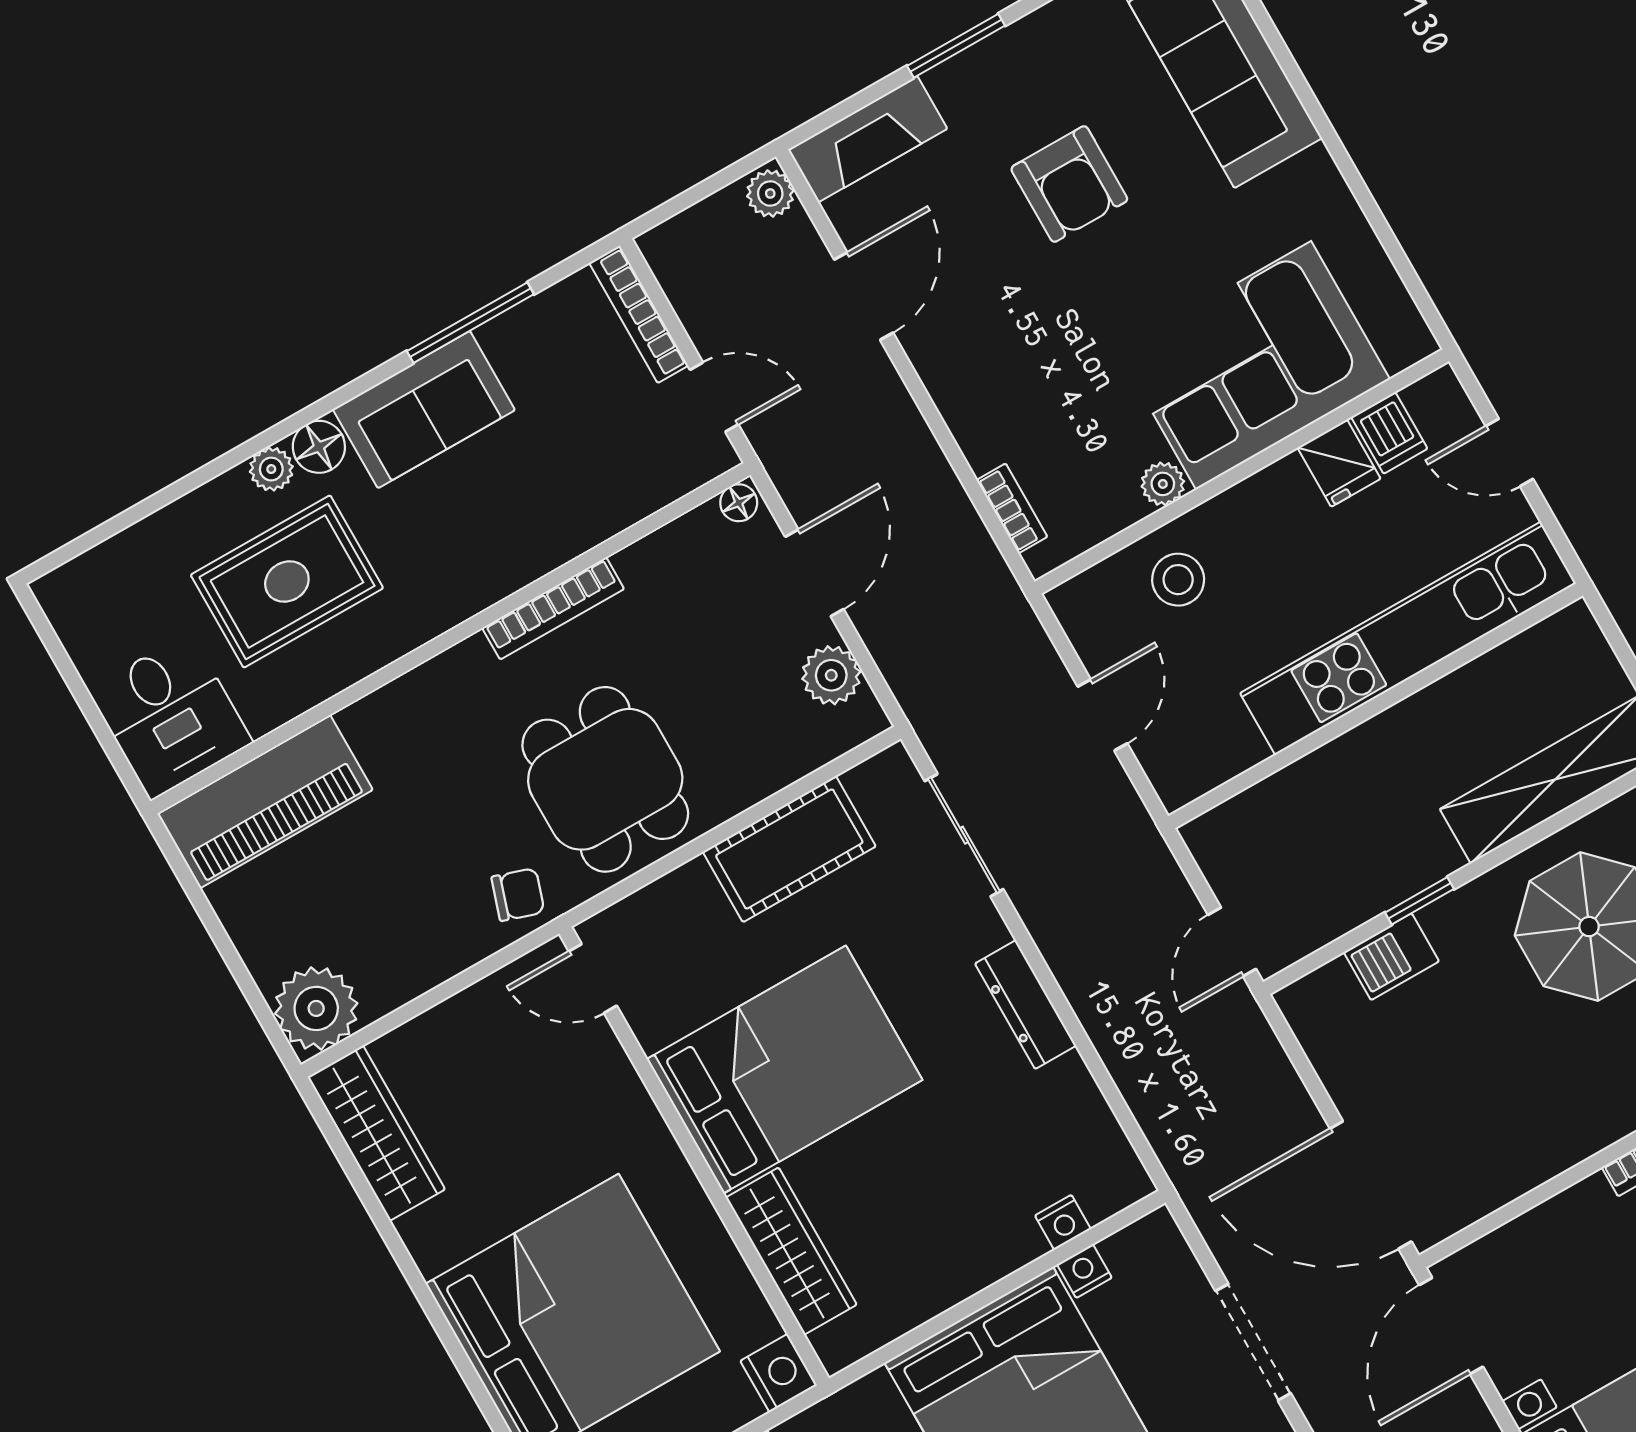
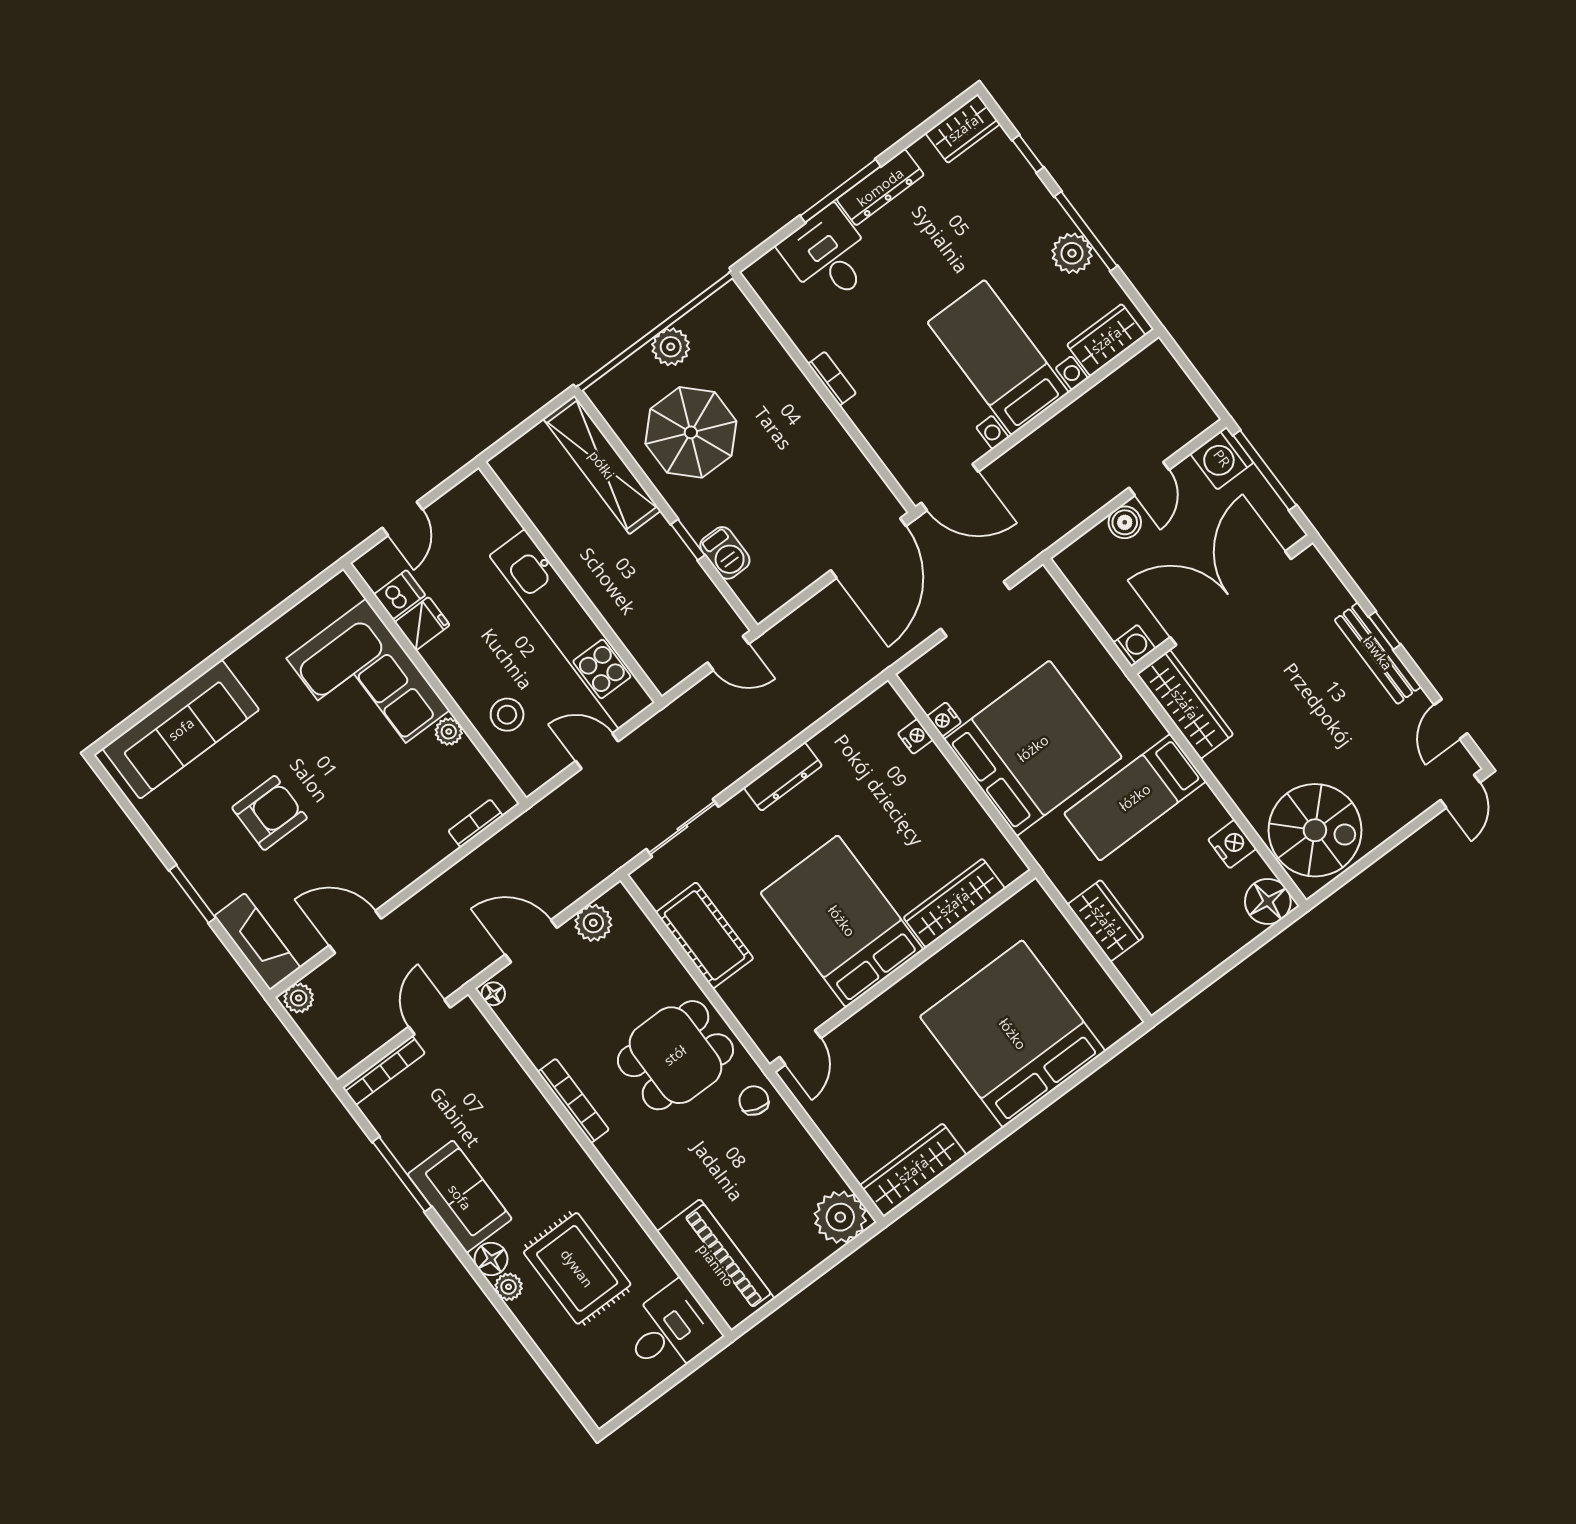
kitchen unit: (1408, 638) -> (572, 629), moved
nightstand: (779, 1373) -> (1031, 902), removed

